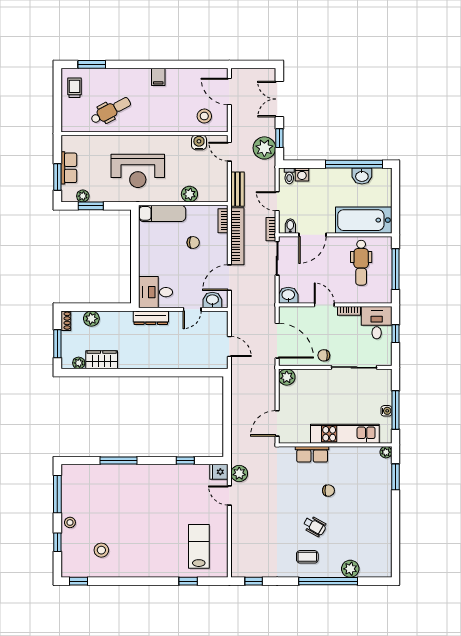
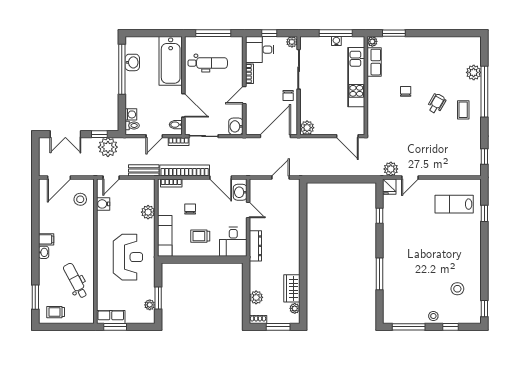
washbasin: (143, 74) -> (44, 252), added
row of seats: (69, 168) -> (111, 317), moved
window: (57, 177) -> (115, 327), moved
trolley: (162, 254) -> (200, 236), added
plant: (385, 360) -> (292, 42), added
row of seats: (312, 454) -> (374, 62), moved

